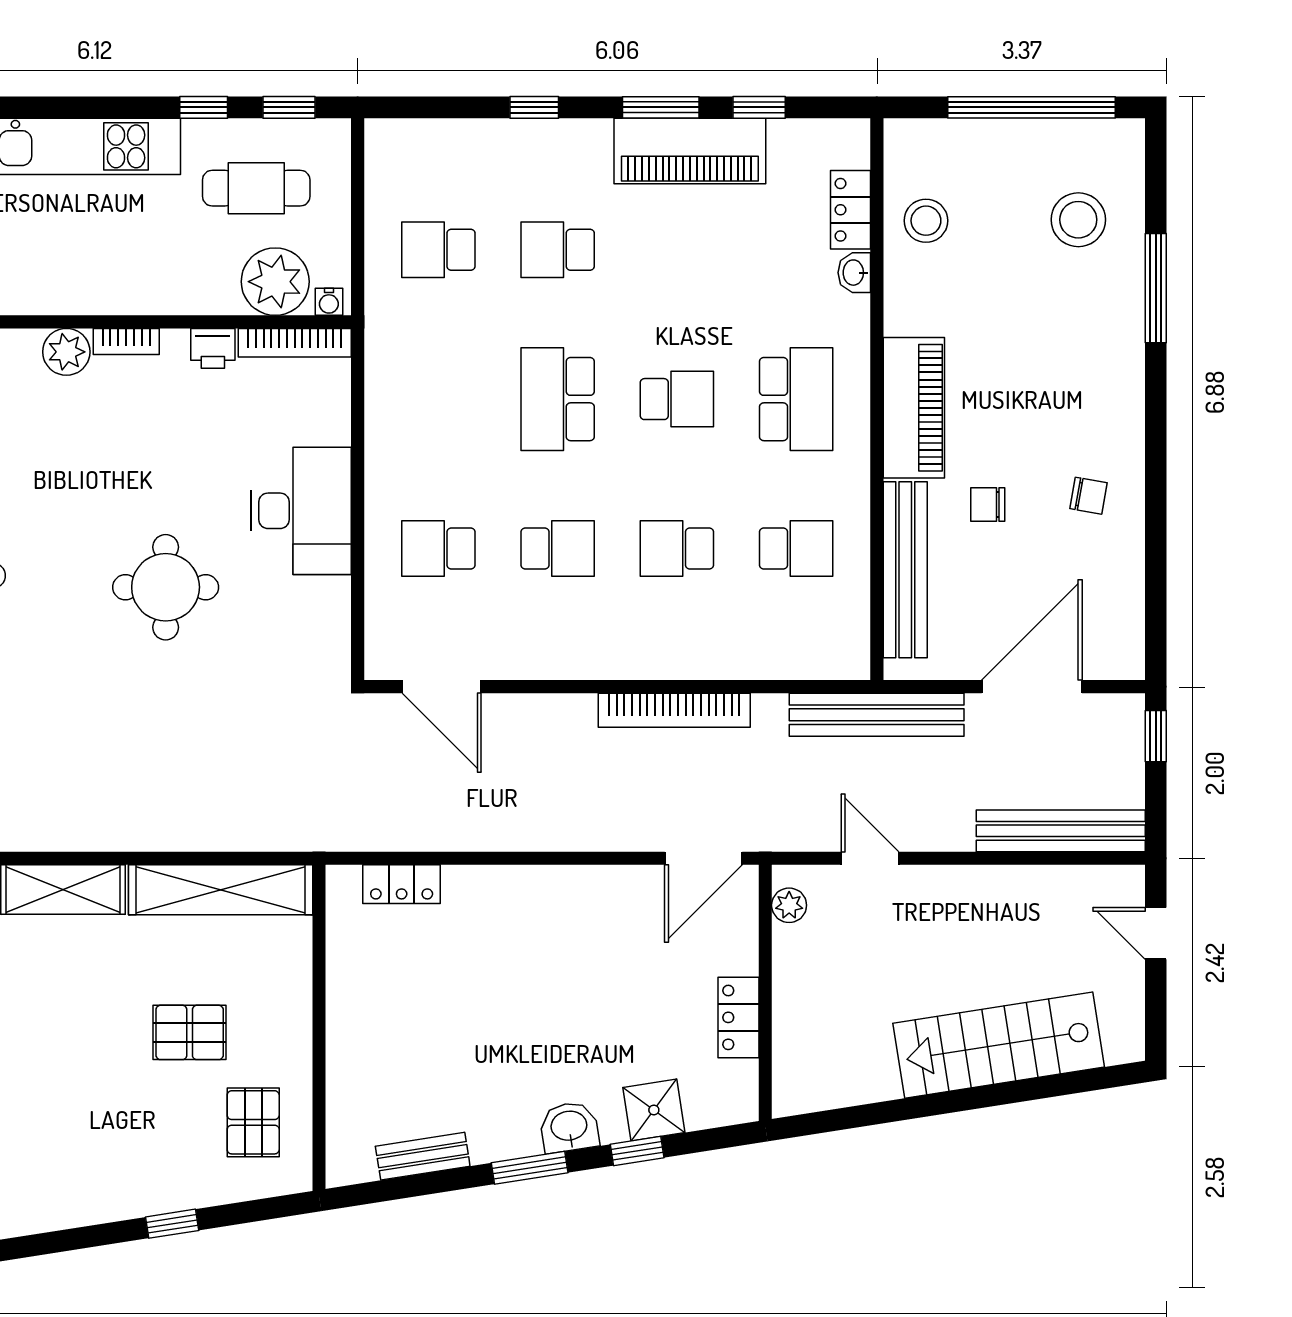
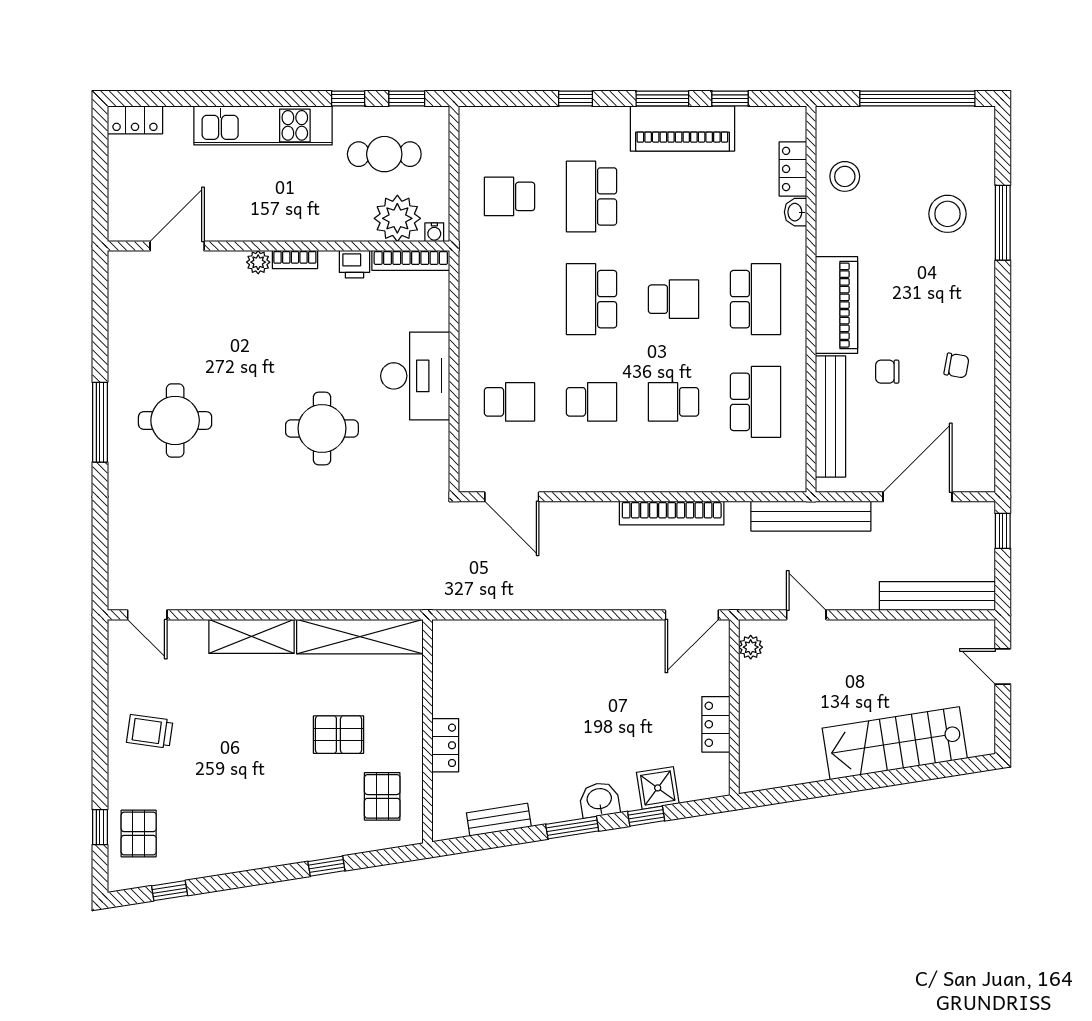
stool: (1078, 220) -> (948, 214), moved
school desk: (558, 250) -> (592, 196), width x1.85
plant: (66, 352) -> (258, 262), width x0.73, depth x0.73
school desk: (438, 549) -> (510, 402), turned 180
school desk: (796, 549) -> (755, 402), width x1.85
locker: (402, 884) -> (445, 745), moved, turned -90

